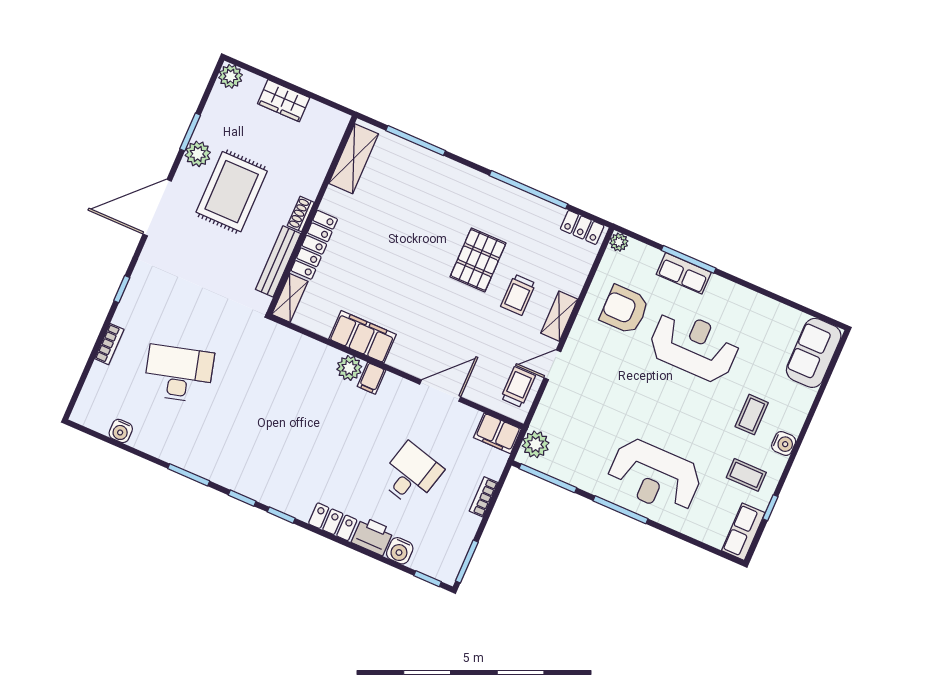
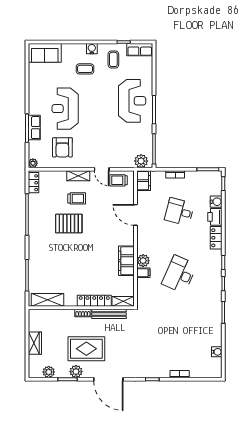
plant: (231, 76) -> (49, 372), moved
desk: (179, 374) -> (179, 274), moved, turned 39
filing cabinet: (371, 378) -> (143, 273), moved

